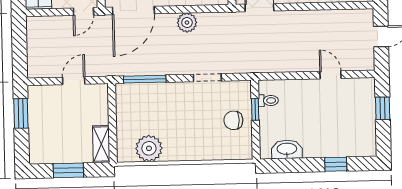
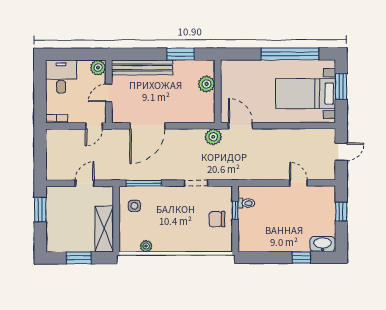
door: (133, 10) -> (147, 126), moved
plant: (187, 23) -> (213, 137), moved
side table: (134, 107) -> (134, 206), added
shelving: (101, 144) -> (104, 229), width x1.50, depth x1.33
plant: (149, 148) -> (146, 246), width x0.53, depth x0.53
washbasin: (287, 149) -> (322, 244), moved

